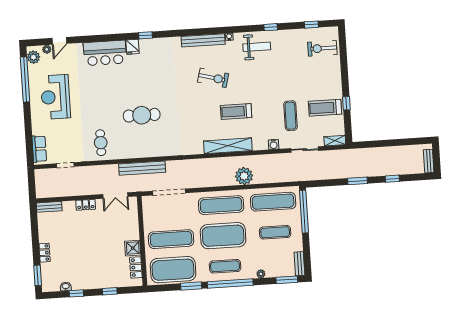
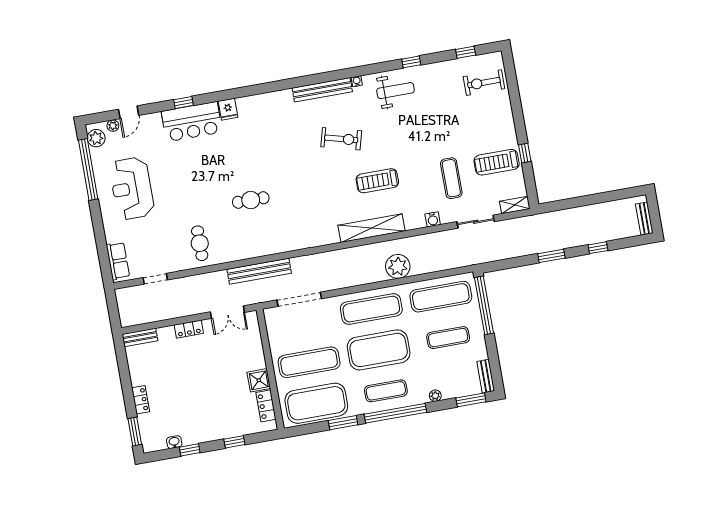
window: (145, 35) -> (184, 102), moved
cafe table: (142, 115) -> (251, 200), width x0.73, depth x0.74

